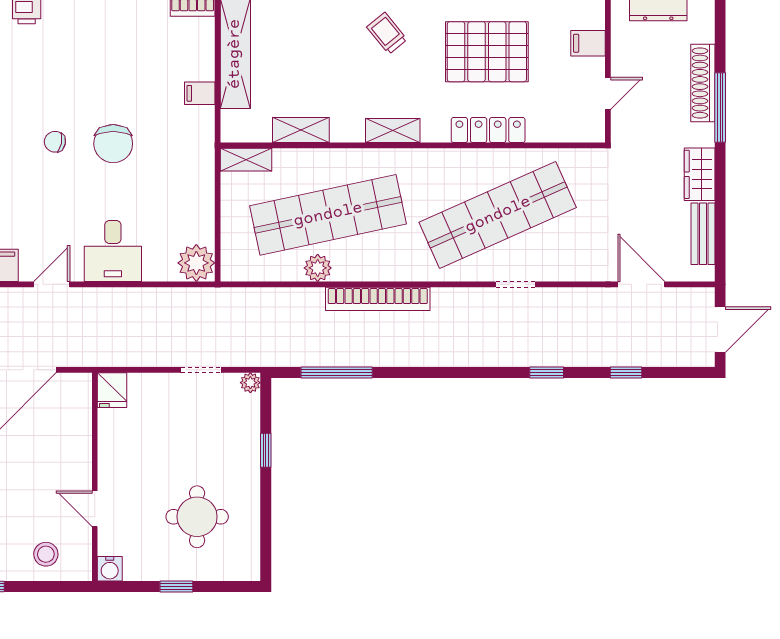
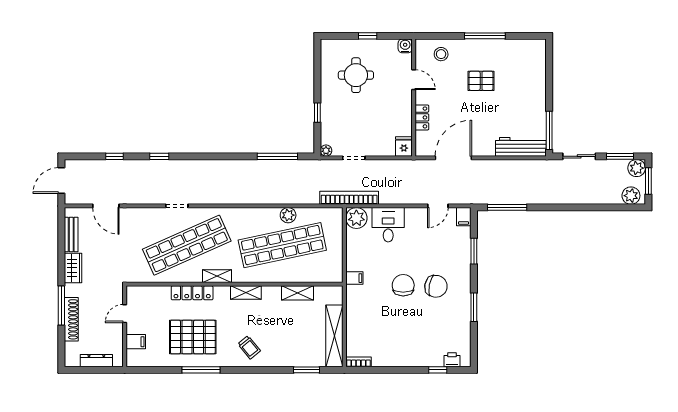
filing cabinet: (200, 93) -> (354, 278), moved
chair: (55, 142) -> (436, 286), width x1.87, depth x1.87
shelving: (246, 160) -> (217, 276), moved
desk: (113, 251) -> (388, 225), moved
bookcase: (378, 299) -> (349, 198), moved
locker: (80, 442) -> (422, 117), added

